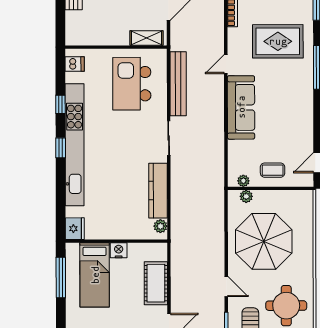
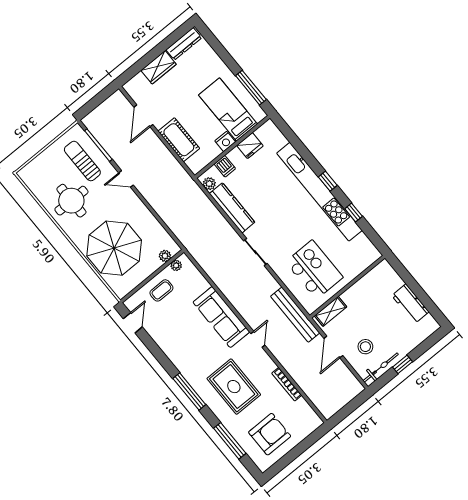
rug: (278, 41) -> (234, 387), turned 90
dishwasher: (75, 64) -> (225, 166), moved, turned -90
bench: (178, 84) -> (295, 315), moved
fridge: (75, 229) -> (250, 146), moved, turned -90
parasol: (264, 241) -> (114, 248), moved

